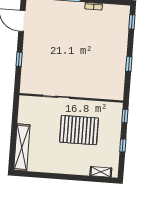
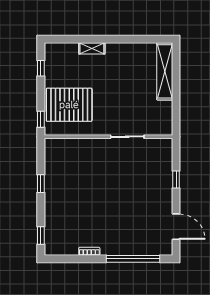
pallet: (79, 130) -> (69, 105), moved
window: (123, 145) -> (41, 68), moved
shelving: (101, 172) -> (92, 48), moved

